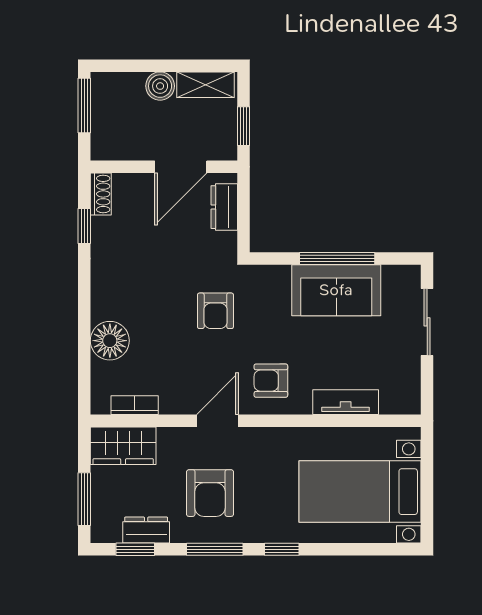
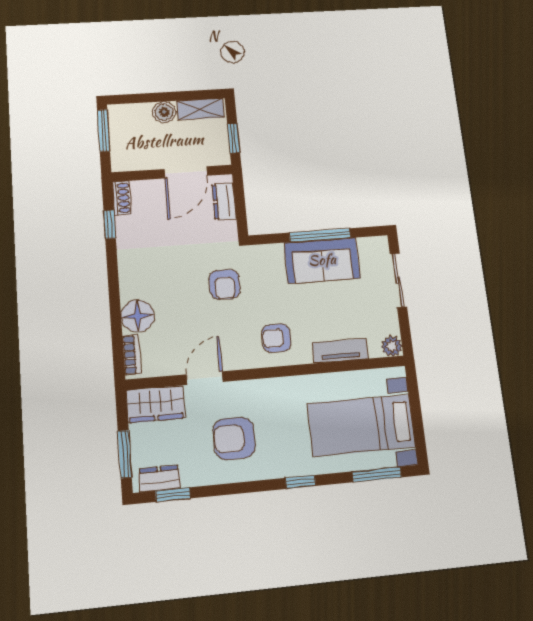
plant: (408, 402) -> (392, 346), added
bookcase: (135, 405) -> (132, 355), moved, turned 90
door: (217, 421) -> (205, 378), moved
armchair: (210, 493) -> (234, 438), turned 90
dresser: (146, 530) -> (159, 479), moved
window: (215, 549) -> (377, 474), moved

